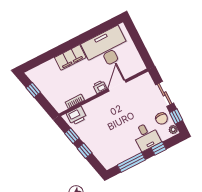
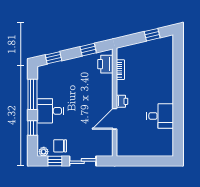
desk: (106, 49) -> (160, 116), width x0.53, depth x0.77
filing cabinet: (70, 57) -> (165, 87), removed
door: (117, 86) -> (115, 119), swing flipped
desk: (146, 136) -> (50, 111), moved
window: (85, 151) -> (53, 58), moved

